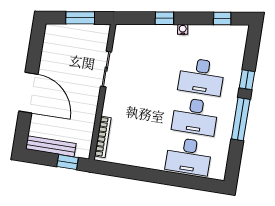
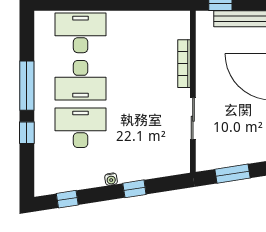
desk: (195, 116) -> (81, 80), turned 180
bookcase: (103, 137) -> (184, 64), moved

